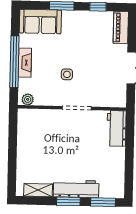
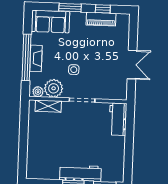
piano: (121, 27) -> (101, 19), moved, turned -90
plant: (45, 95) -> (54, 88), added
shelving: (38, 190) -> (48, 106), moved

